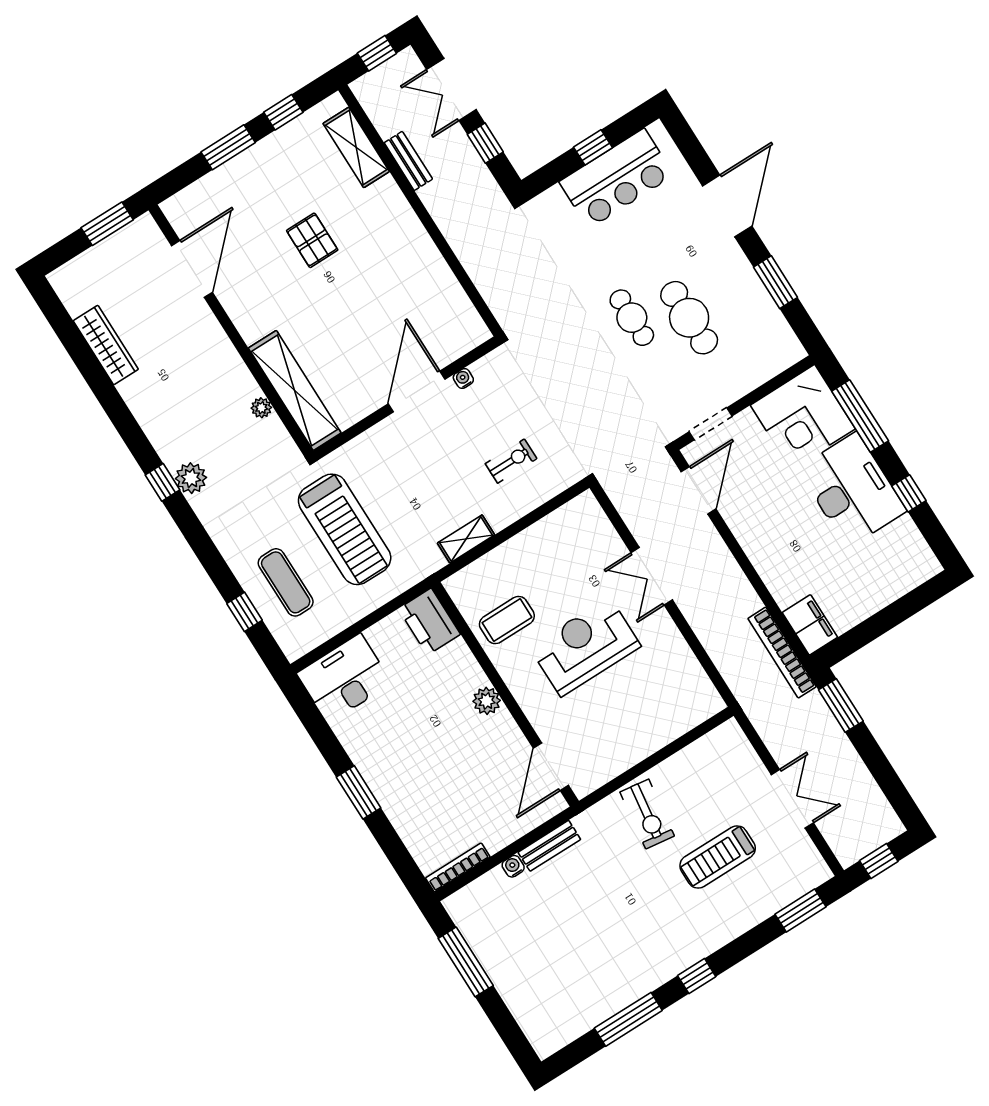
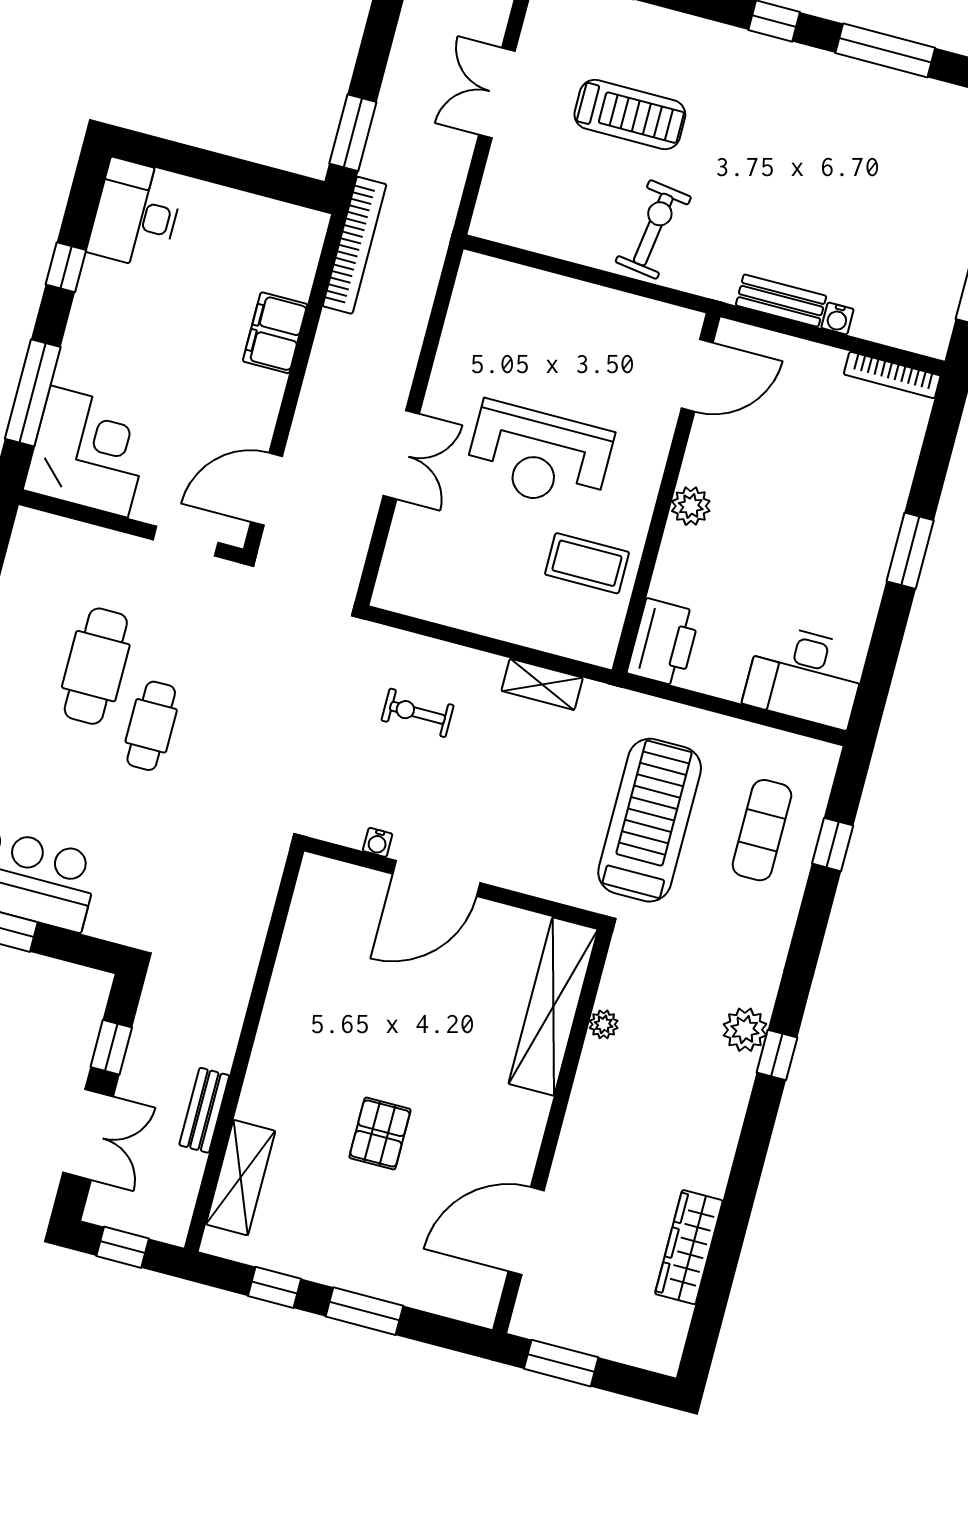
desk: (852, 490) -> (136, 214), moved, width x0.73, depth x0.77
filing cabinet: (810, 625) -> (275, 333), moved

